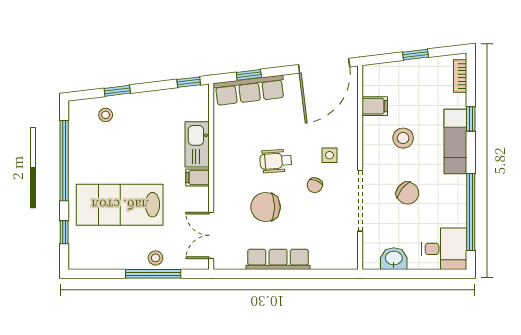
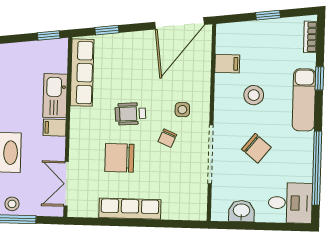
row of seats: (249, 90) -> (82, 73), moved, turned -83

